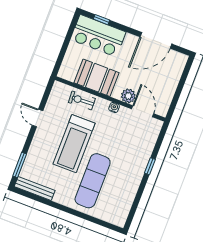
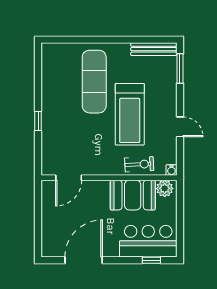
plant: (128, 96) -> (165, 188), moved
water cooler: (114, 107) -> (171, 170), moved
door: (143, 111) -> (69, 178), hinge flipped
treadmill: (74, 144) -> (130, 114), turned 180

